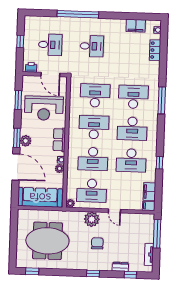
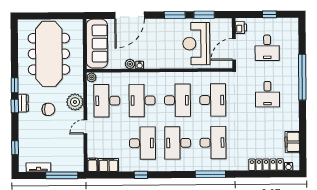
locker: (155, 50) -> (266, 165), width x1.53
window: (17, 138) -> (175, 15), moved
row of seats: (59, 140) -> (162, 62), removed
plant: (26, 141) -> (159, 25), removed
desk: (131, 160) -> (142, 143), turned 180
meeting table: (47, 241) -> (49, 54), width x1.36
dresser: (120, 267) -> (23, 103), moved
window: (32, 271) -> (15, 85), moved

